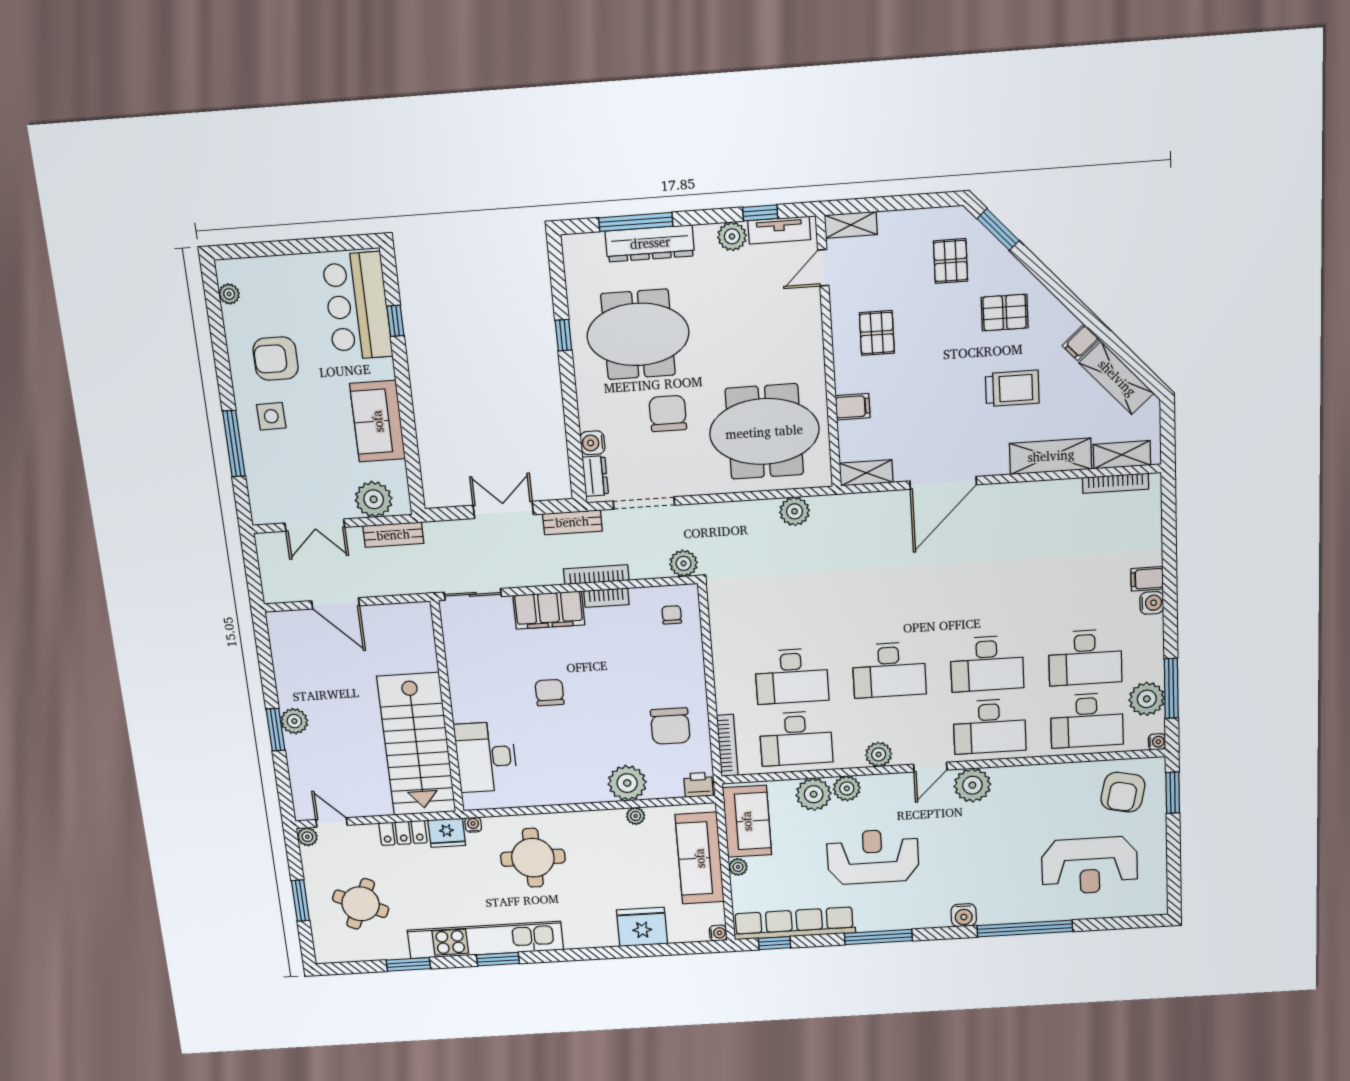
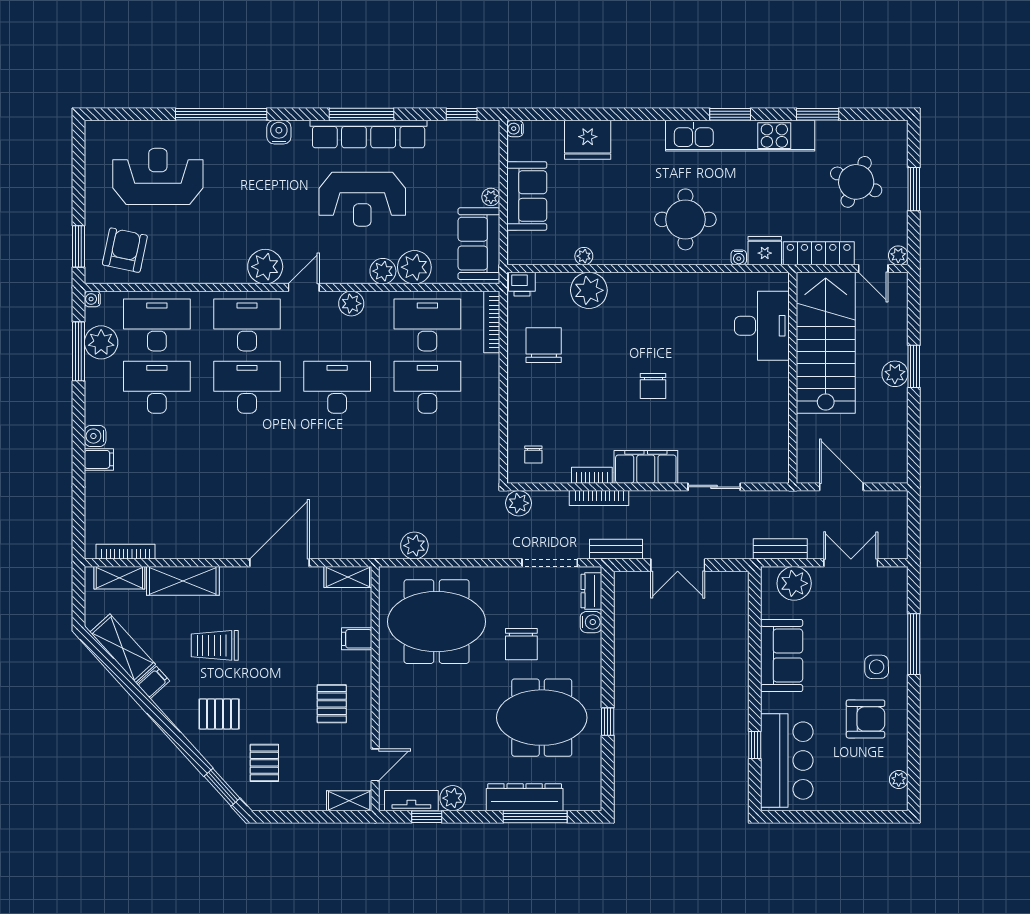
wall: (447, 707) -> (793, 378), moved
stairs: (417, 744) -> (826, 343), moved
desk: (486, 757) -> (762, 326), moved
locker: (403, 833) -> (819, 253), width x1.53
sofa: (700, 858) -> (527, 196), width x0.73
row of seats: (794, 923) -> (369, 134), moved

